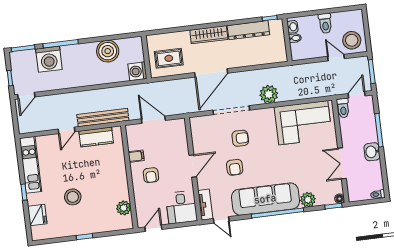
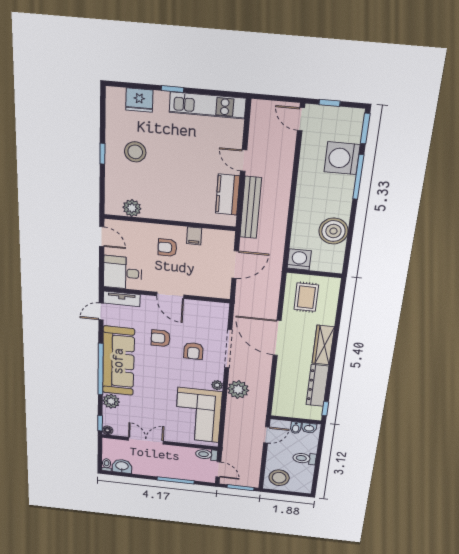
door: (336, 58) -> (267, 435), moved
plant: (269, 112) -> (217, 385), added
washbasin: (372, 152) -> (122, 466), moved
stool: (73, 197) -> (135, 152), moved

